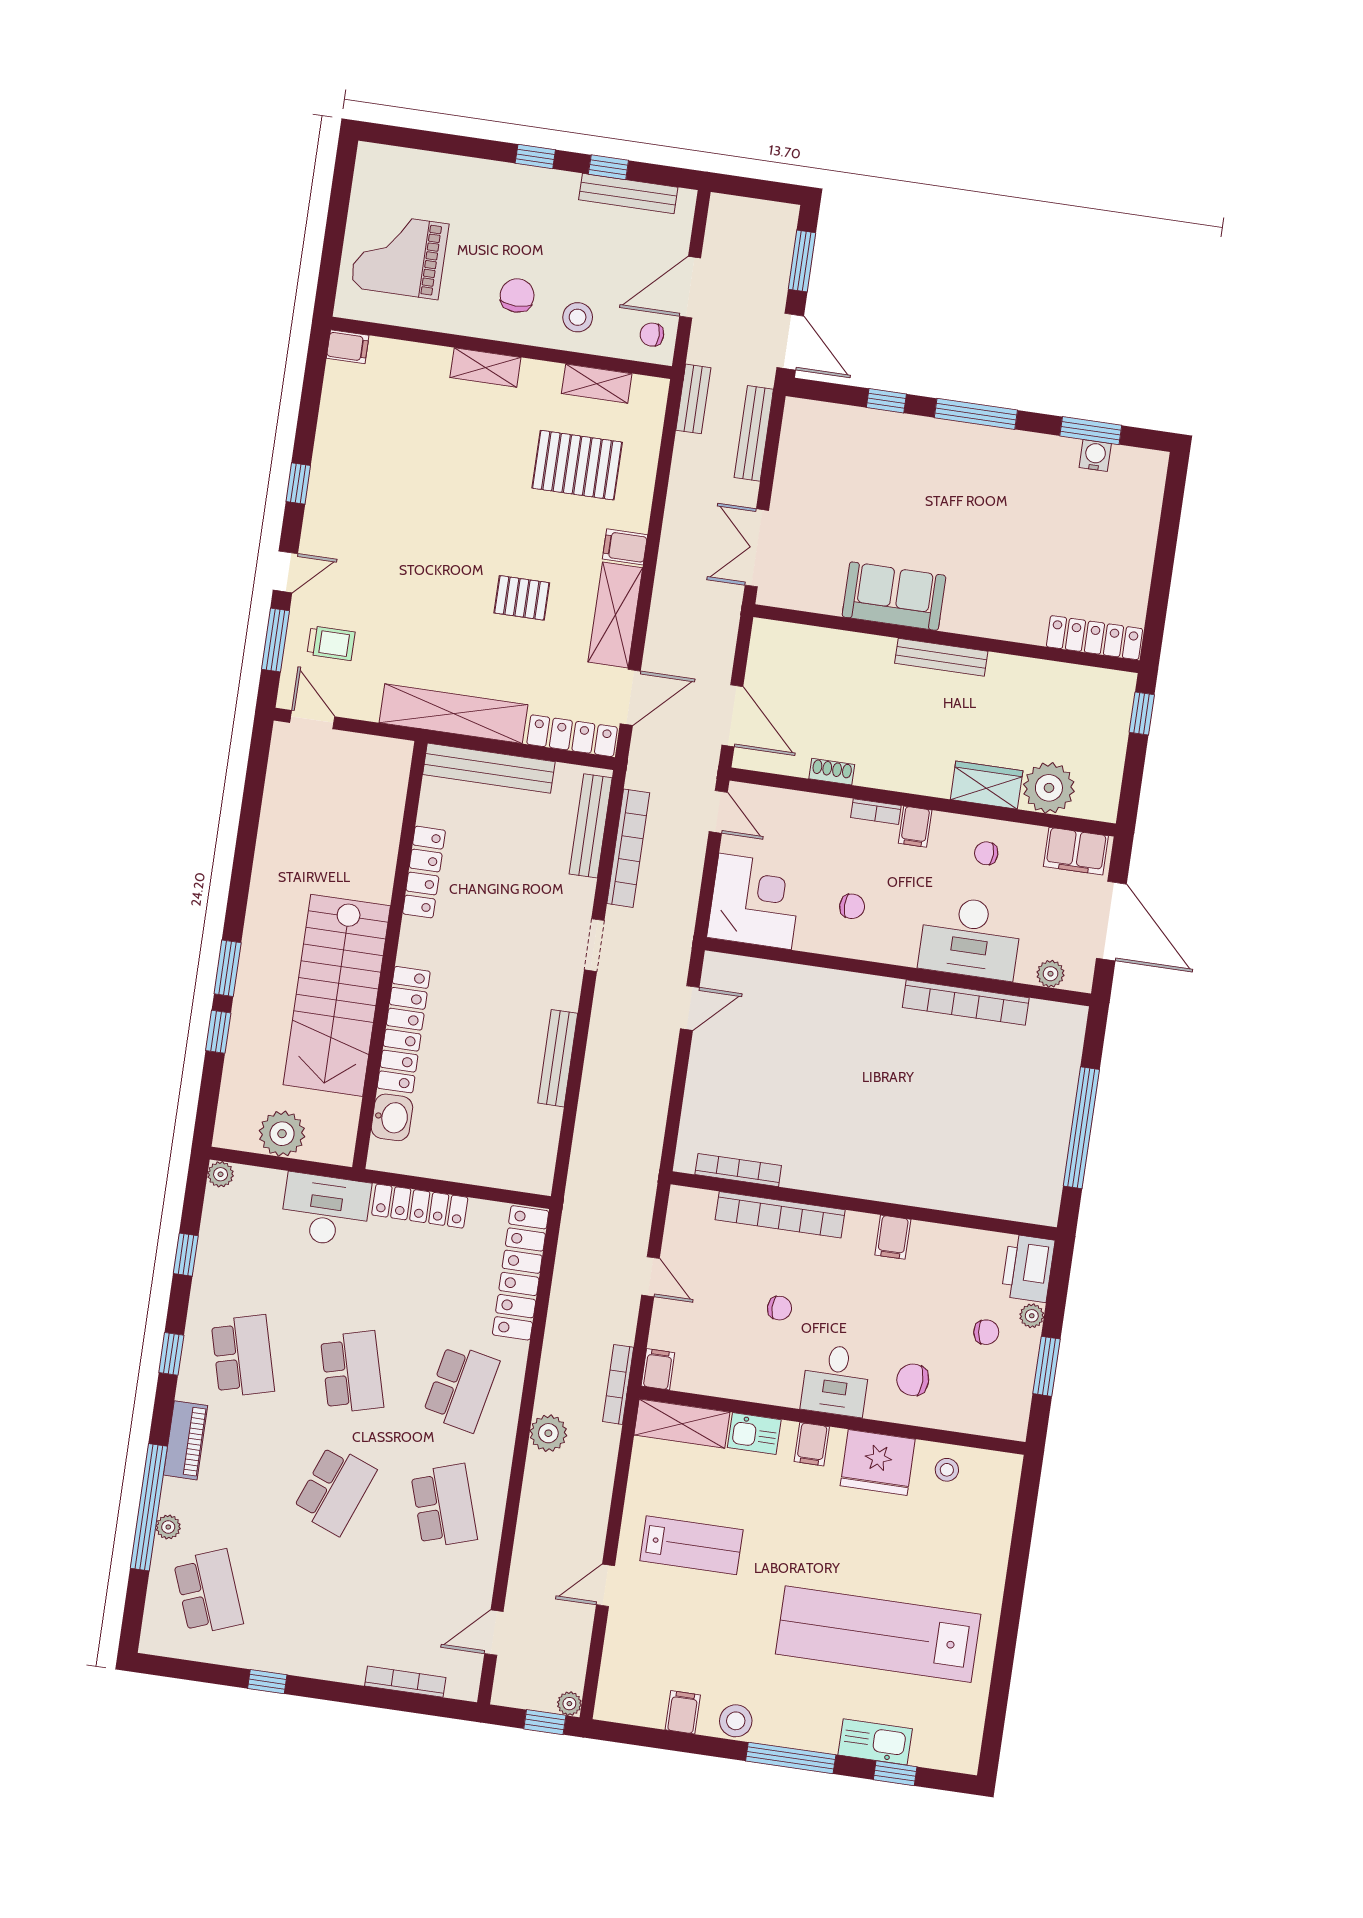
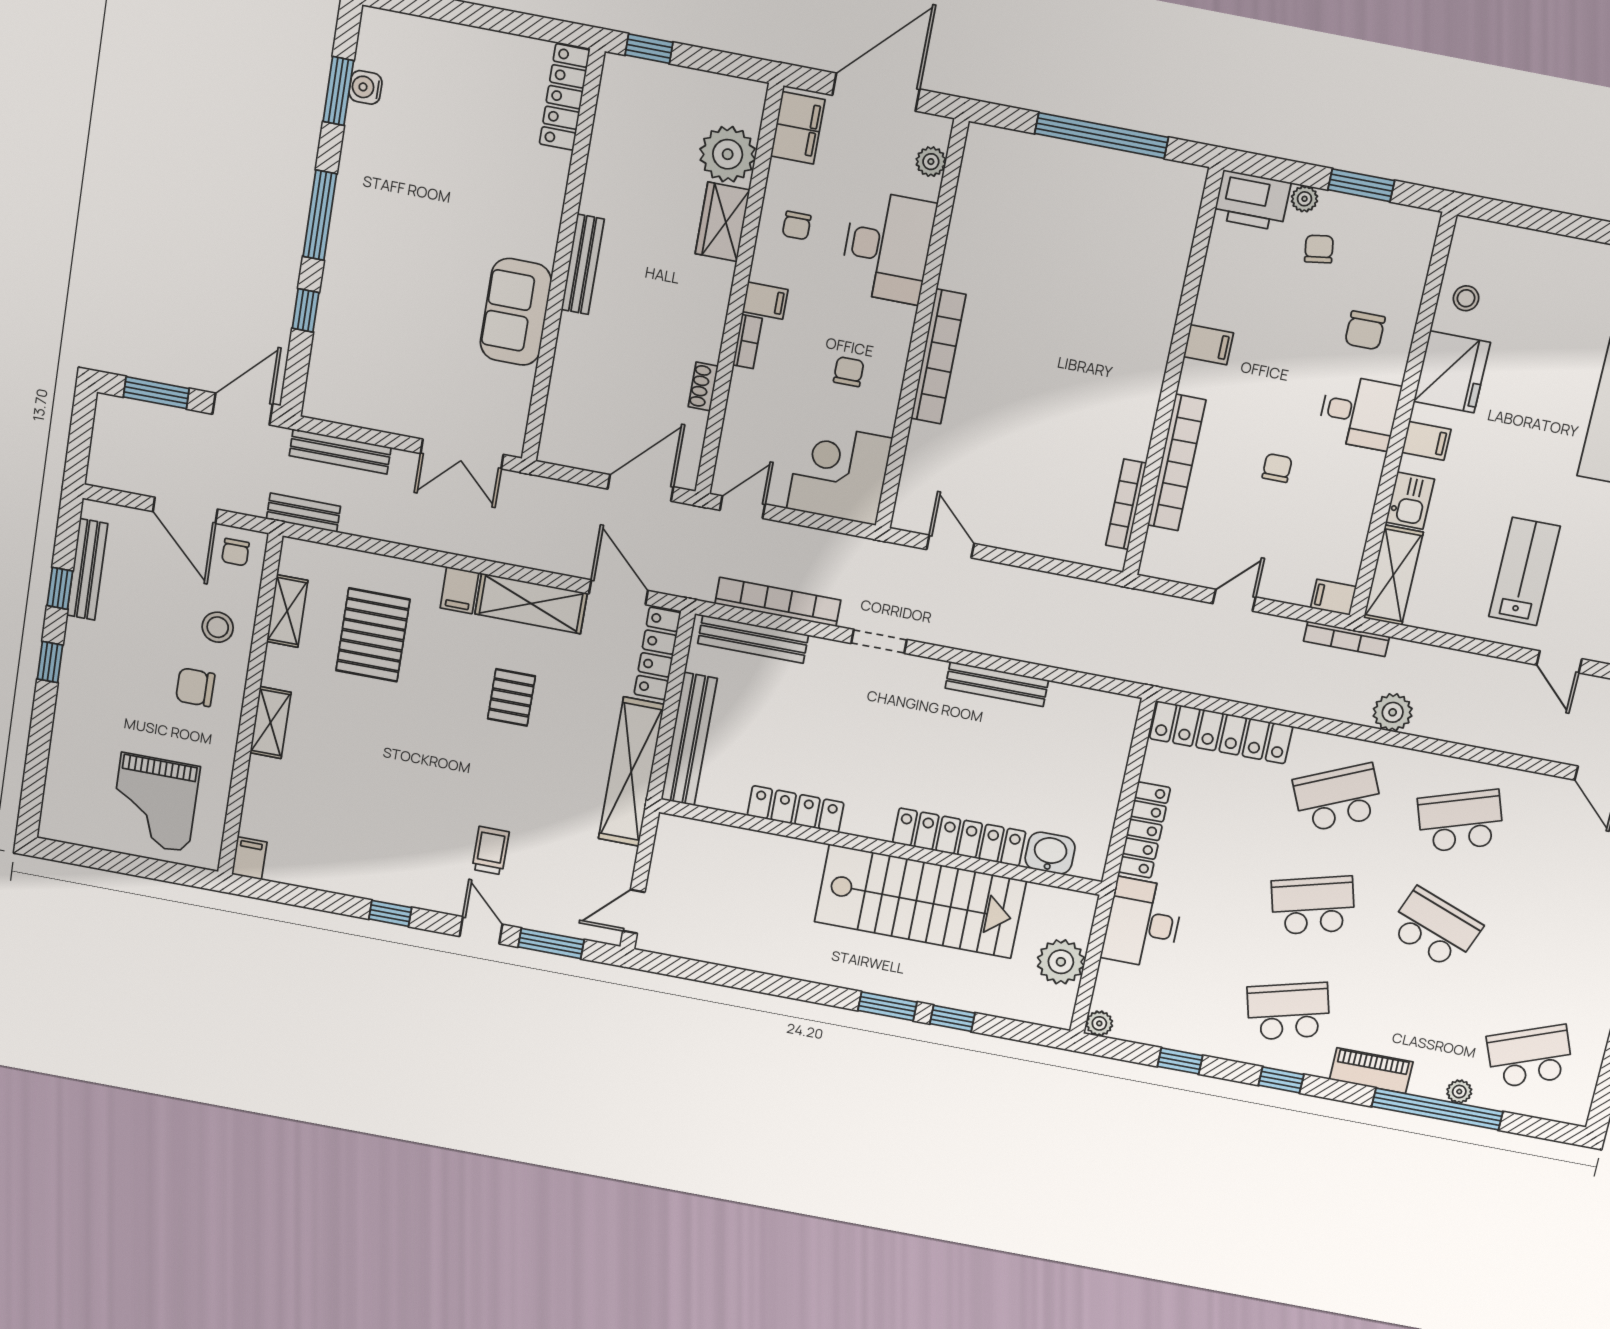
trolley: (331, 643) -> (491, 851), moved
bookcase: (966, 1003) -> (938, 357), moved
school desk: (461, 1388) -> (1338, 798), turned -36

